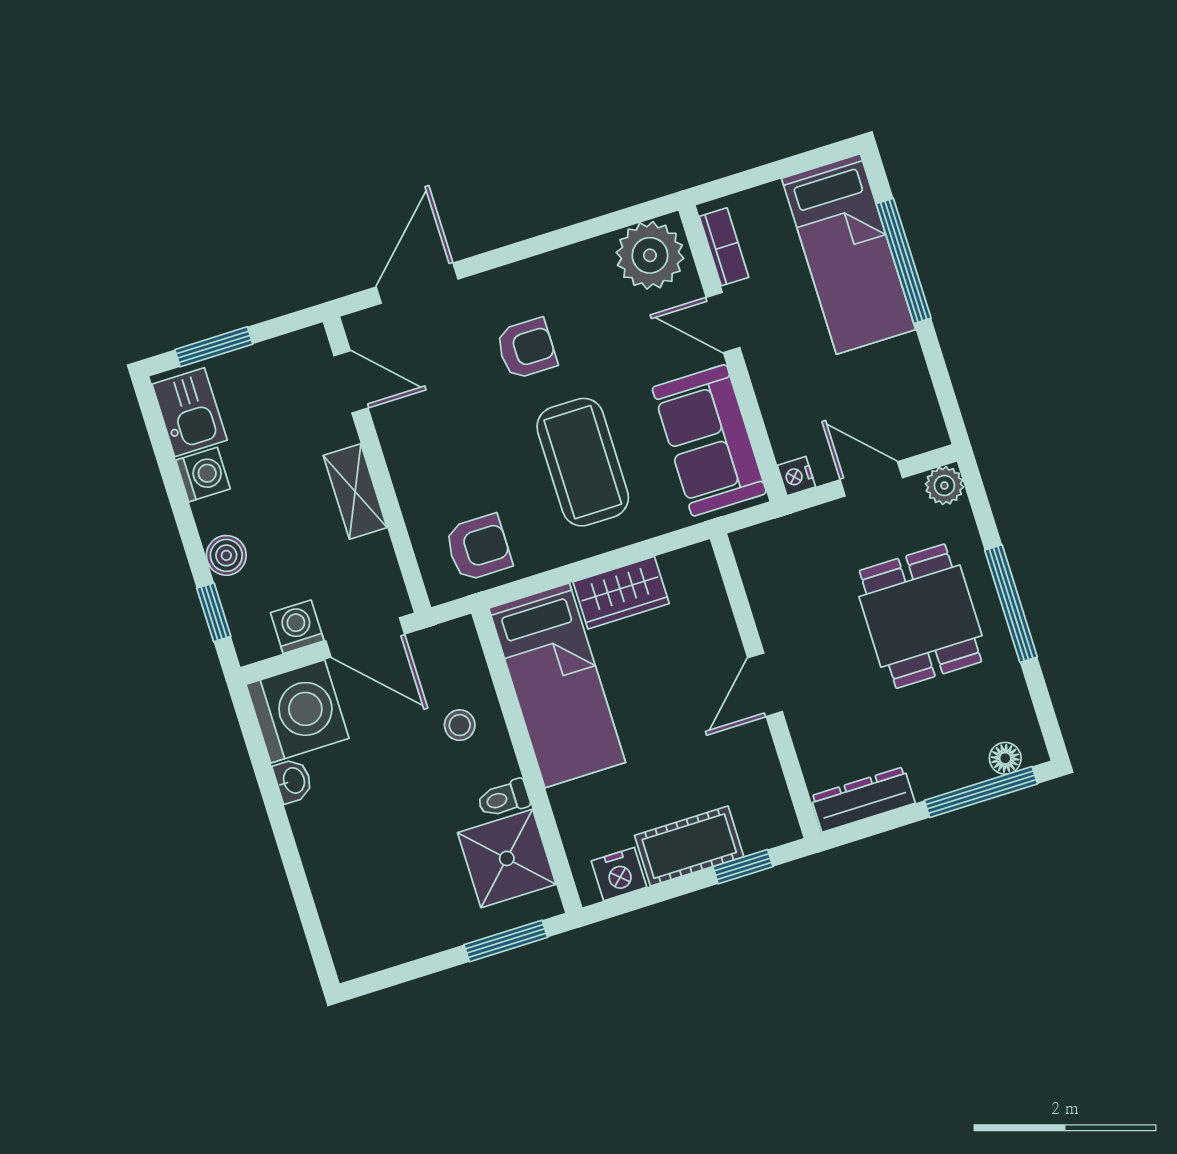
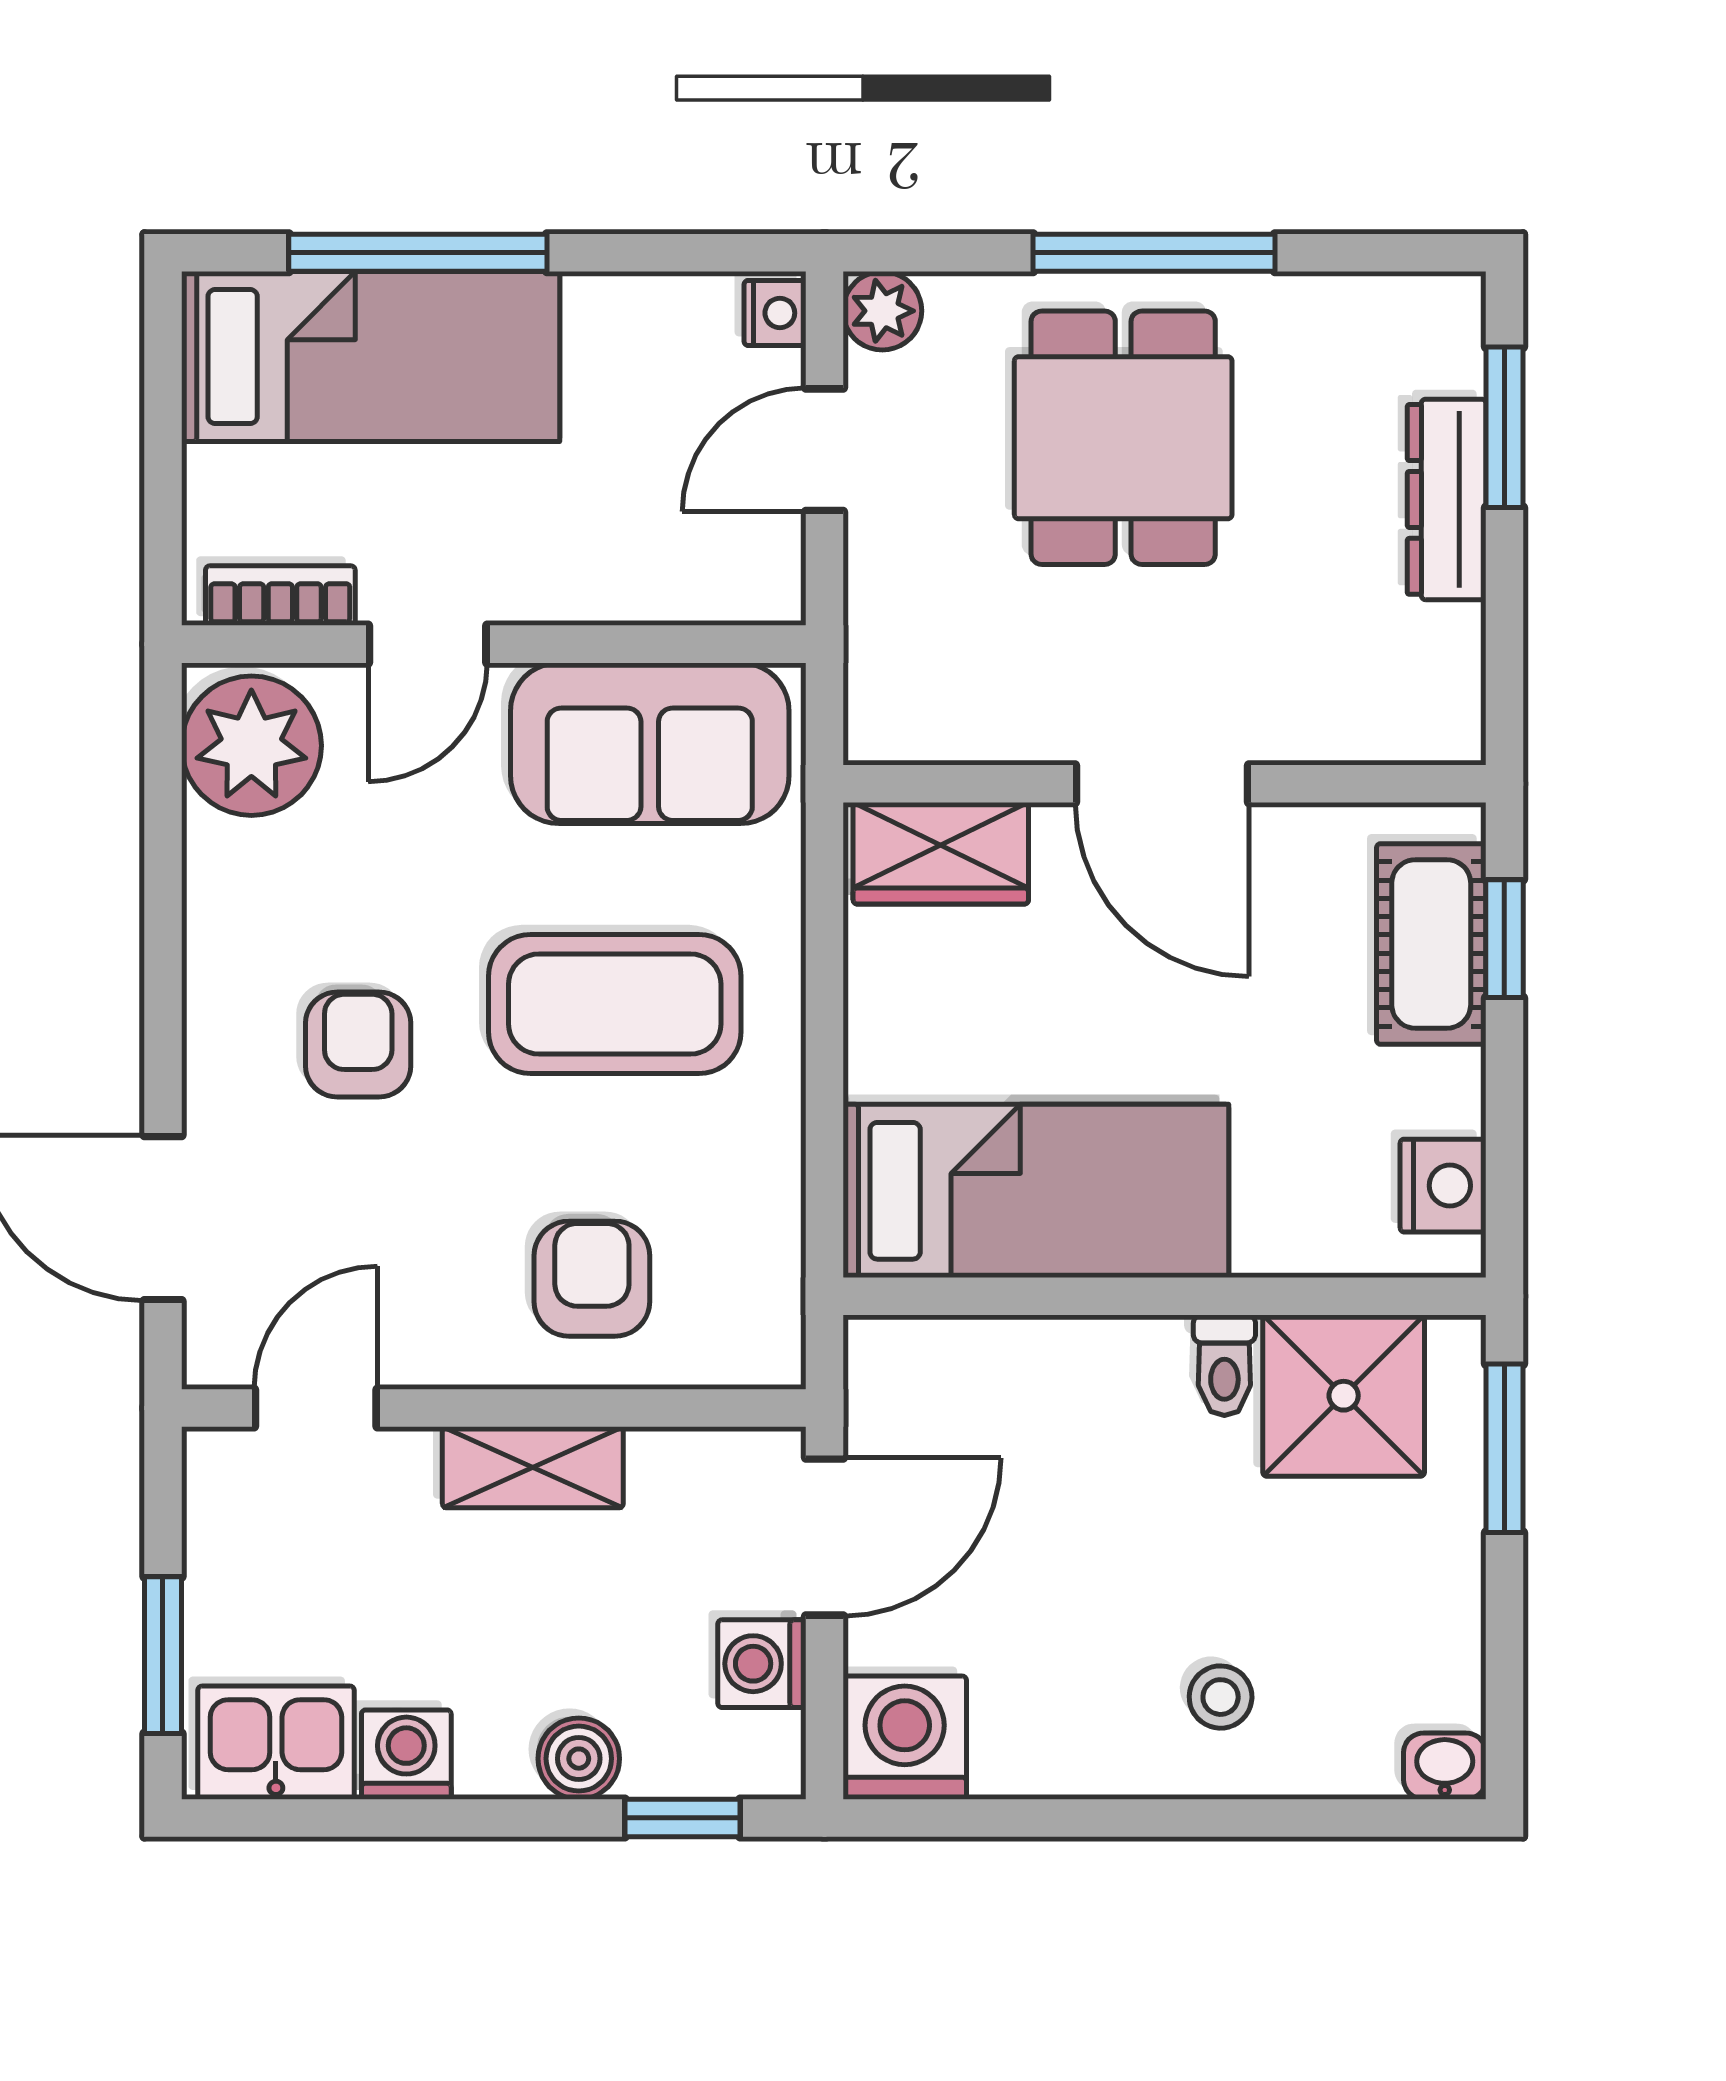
nightstand: (796, 476) -> (775, 313), moved, turned -90
armchair: (478, 548) -> (592, 1279), moved
wardrobe: (621, 593) -> (941, 853), moved, turned 90
dining table: (920, 616) -> (1123, 438), turned 90
door: (765, 685) -> (1162, 784), width x1.38
washing machine: (298, 711) -> (905, 1738), width x0.73, depth x0.73
stool: (460, 725) -> (1221, 1697), moved
floor lamp: (1005, 758) -> (1453, 359), removed
washbasin: (293, 781) -> (1445, 1766), moved
window: (981, 792) -> (1504, 427), width x0.69
dresser: (863, 799) -> (1447, 499), moved
cot: (689, 846) -> (1431, 944), moved

